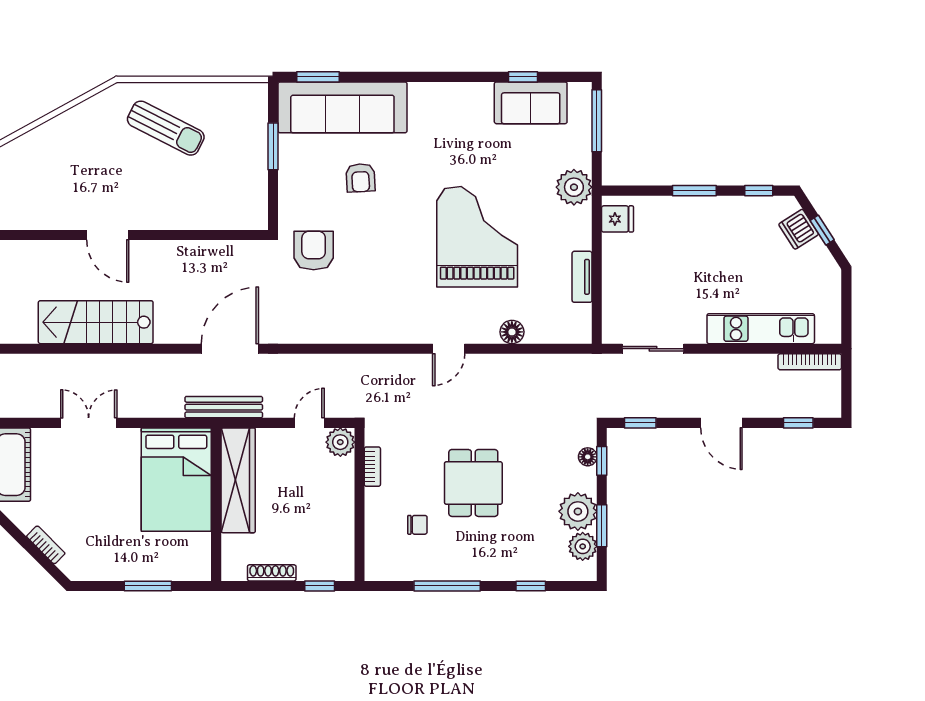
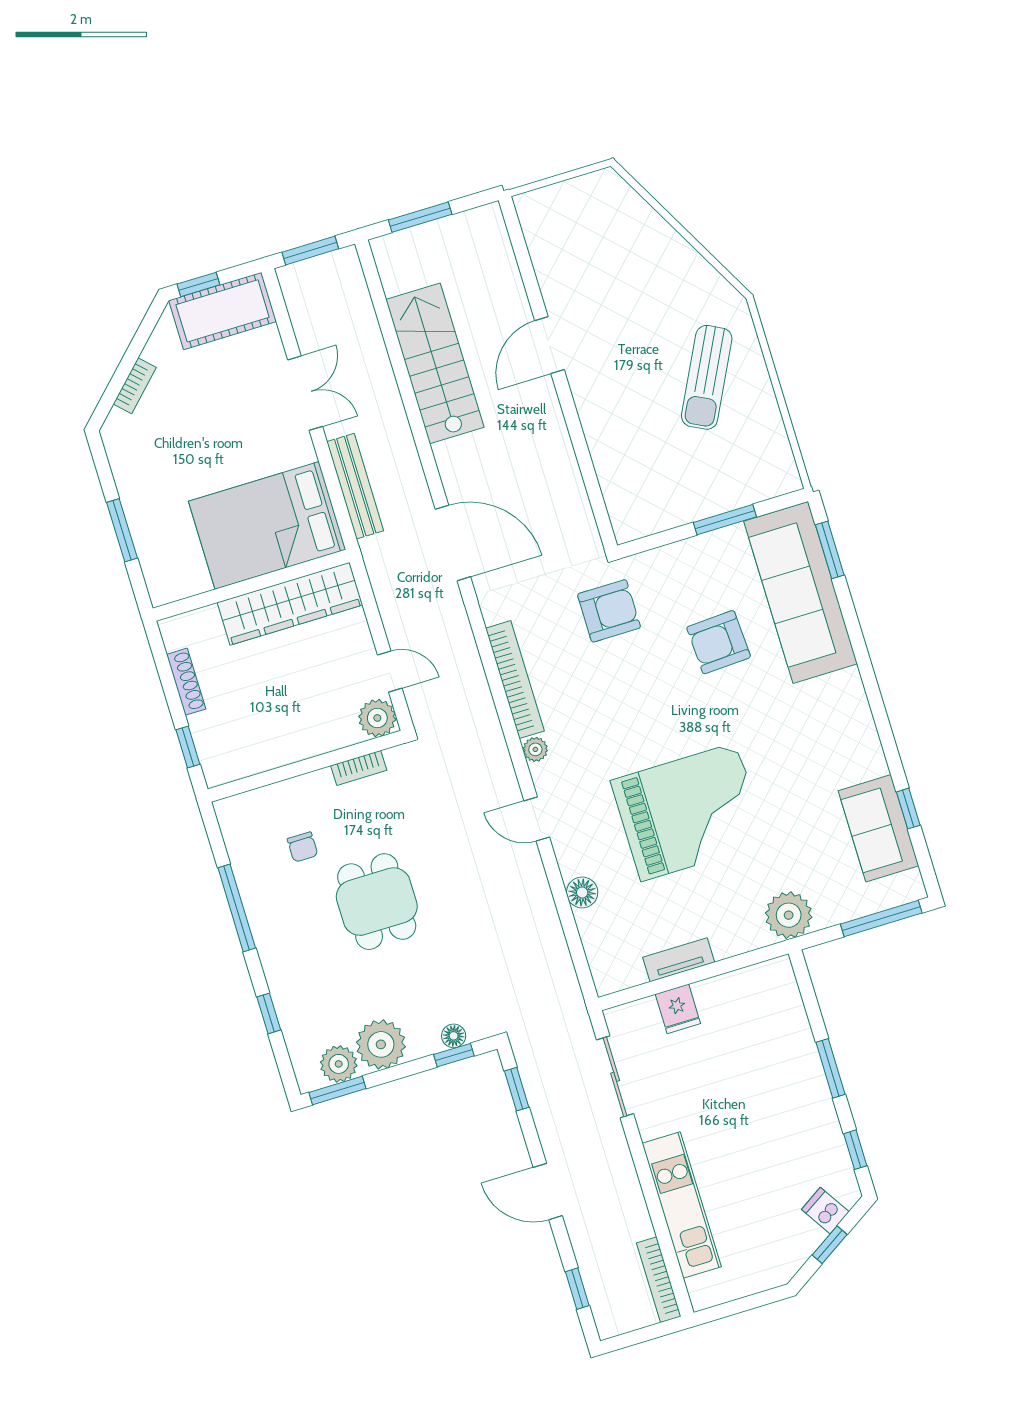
armchair: (360, 178) -> (719, 642), width x1.38, depth x1.38
fridge: (617, 219) -> (678, 1009), moved
dishwasher: (799, 229) -> (825, 1211), width x0.73
bookcase: (343, 334) -> (515, 680), added
plant: (398, 334) -> (535, 749), added
bench: (224, 407) -> (355, 486), moved
door: (721, 423) -> (548, 1192), hinge flipped
dining table: (473, 483) -> (377, 902), turned 90
window: (602, 526) -> (337, 1091), moved

